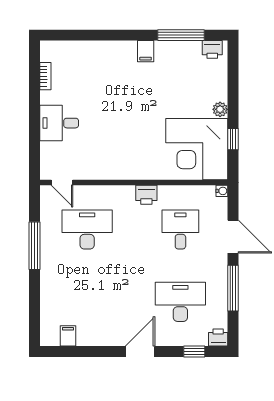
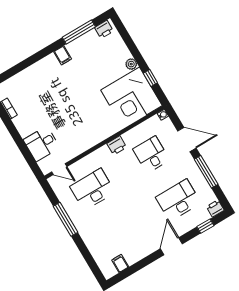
desk: (59, 123) -> (42, 144), moved

